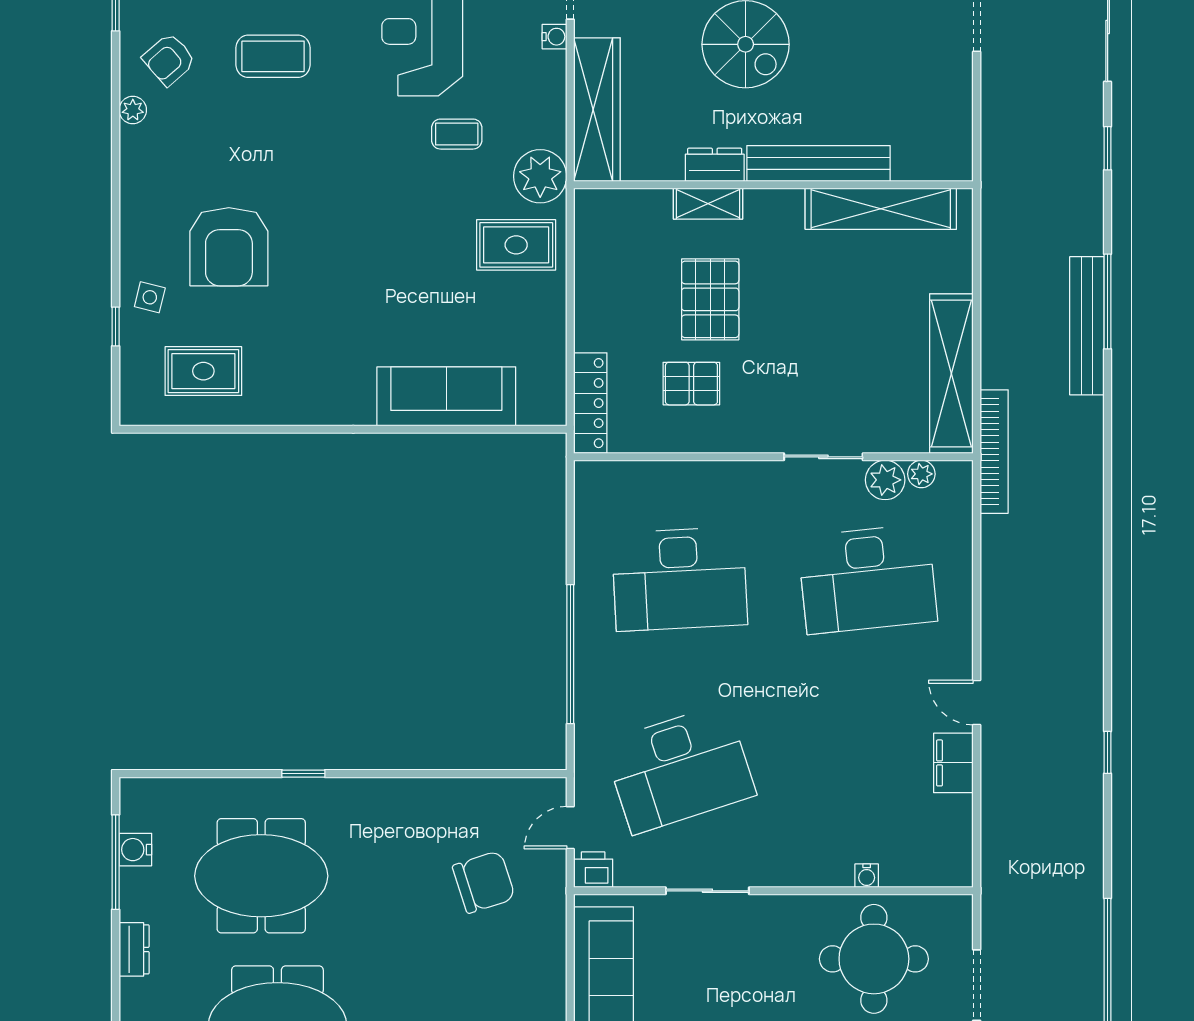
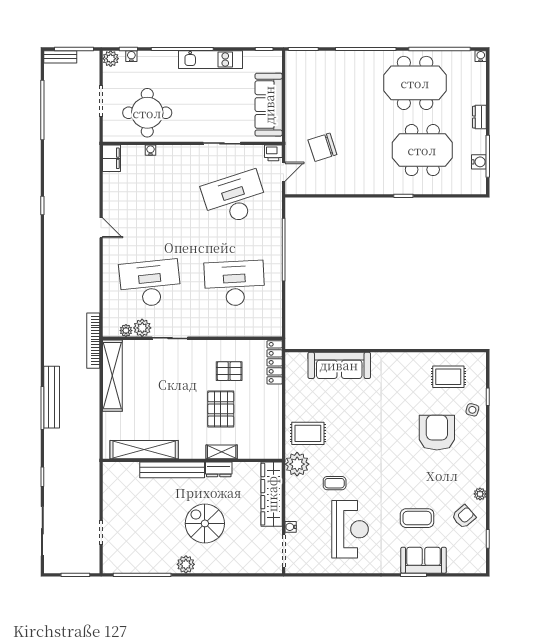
filing cabinet: (953, 763) -> (112, 158), moved

